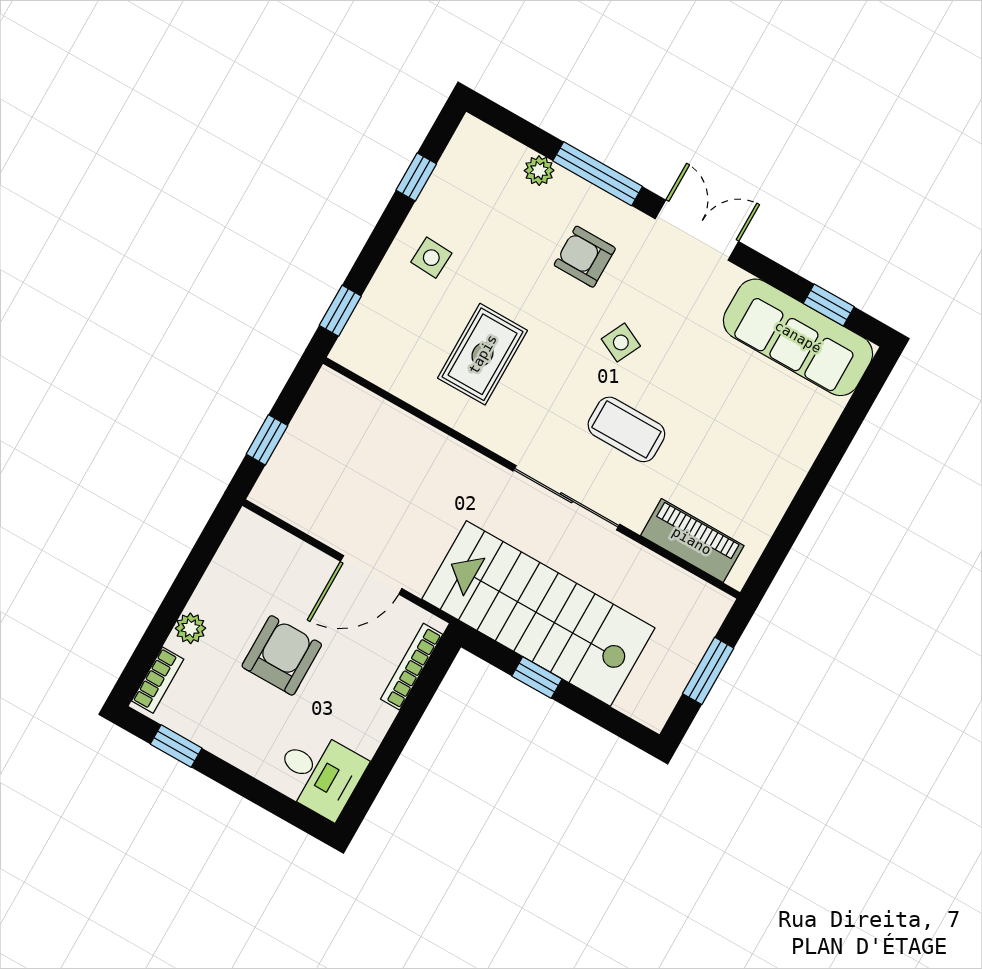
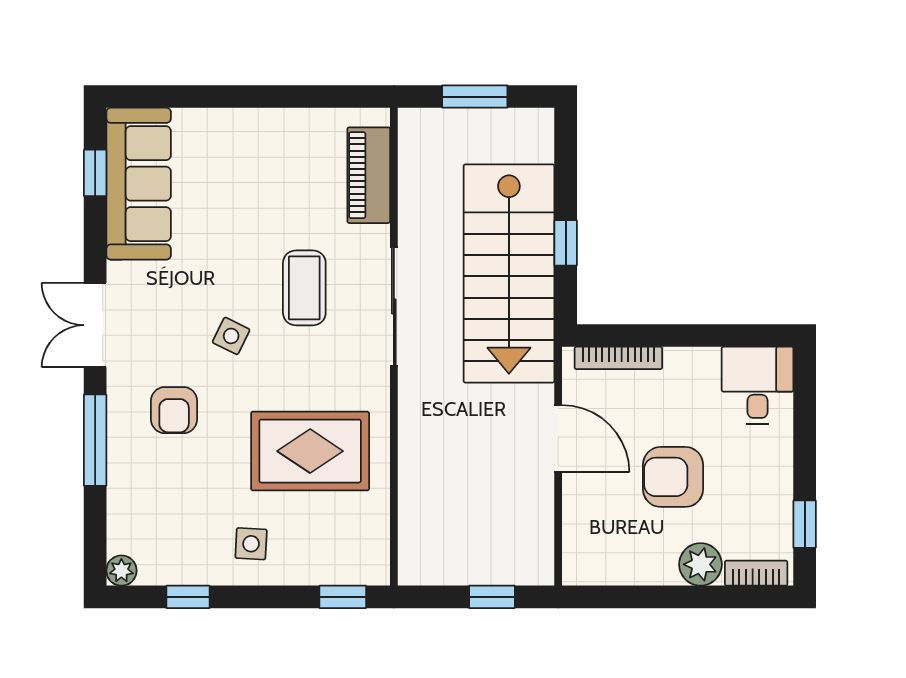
plant: (539, 171) -> (121, 571), moved
rug: (483, 354) -> (310, 451), width x1.36, depth x1.43
plant: (190, 628) -> (700, 564), width x1.38, depth x1.38

